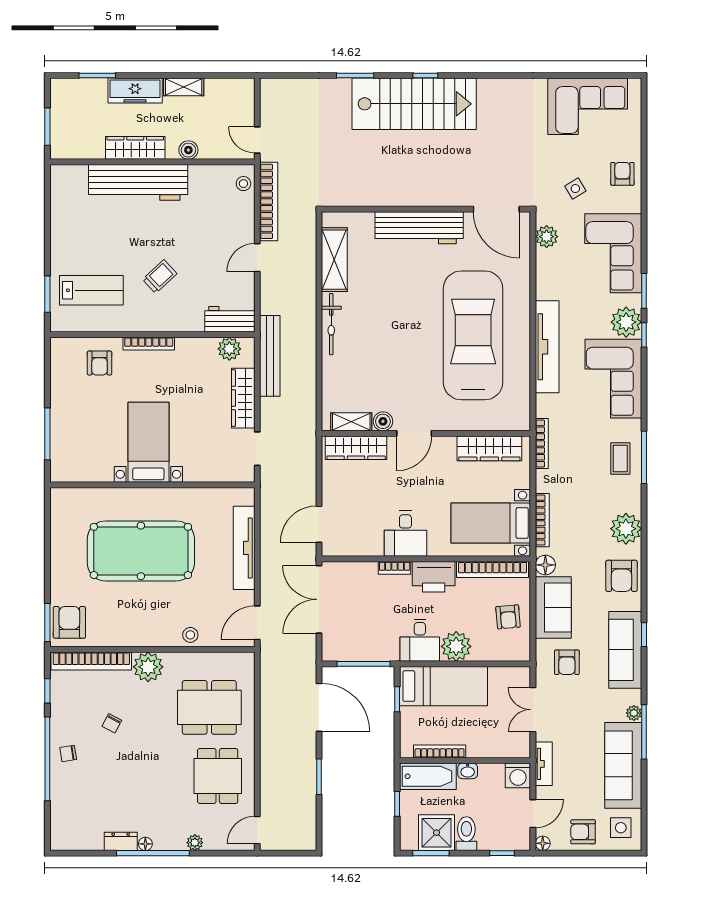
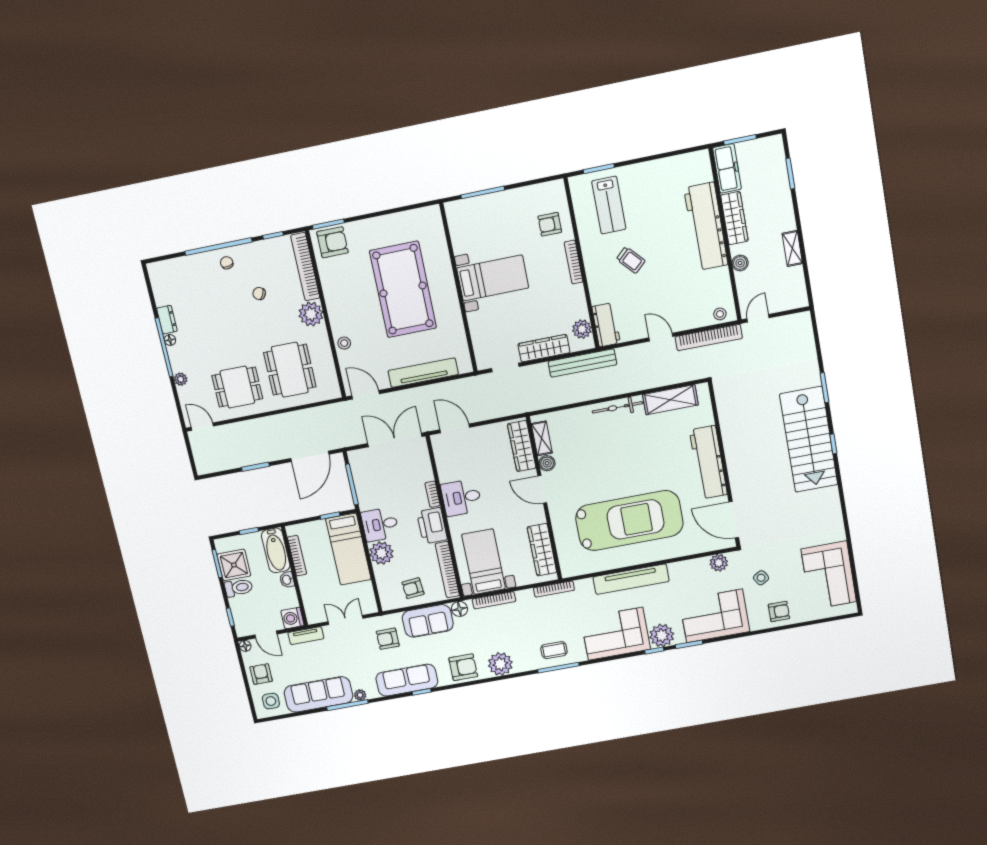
freezer: (135, 91) -> (727, 168), moved, turned 180
door: (496, 209) -> (734, 520), hinge flipped
armchair: (622, 576) -> (463, 667), turned 180

